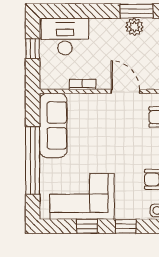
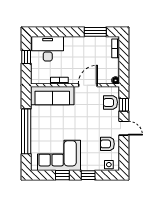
plant: (134, 27) -> (94, 42), removed
door: (125, 91) -> (88, 85), hinge flipped
sofa: (53, 125) -> (52, 96), moved, turned 90

